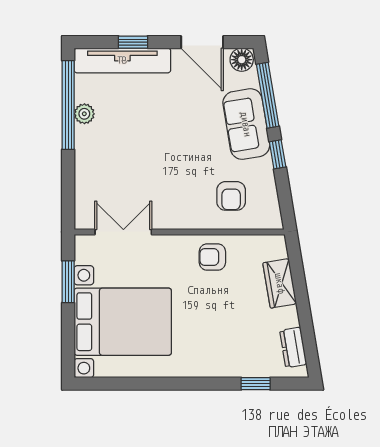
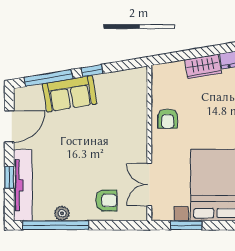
floor lamp: (242, 60) -> (22, 97), removed
armchair: (231, 196) -> (106, 200), moved
wardrobe: (280, 283) -> (203, 66), moved

